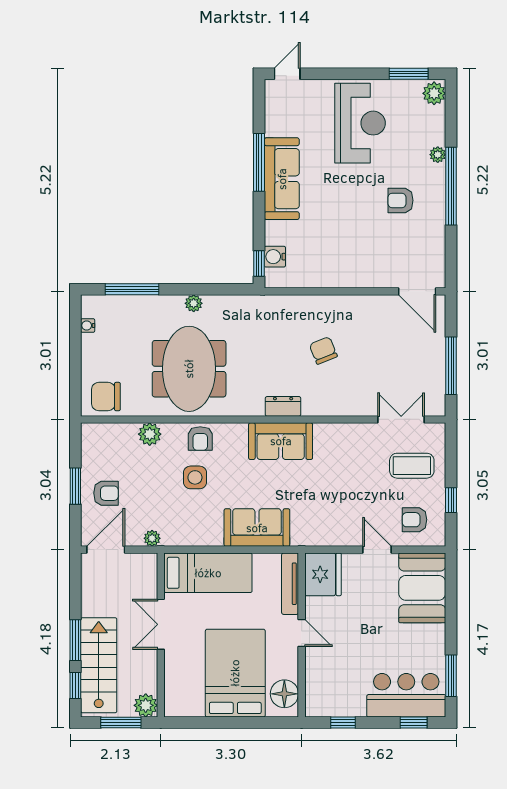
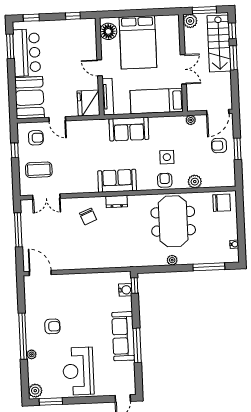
chair: (323, 350) -> (88, 216), moved
bar counter: (406, 695) -> (27, 53), moved, turned -90

